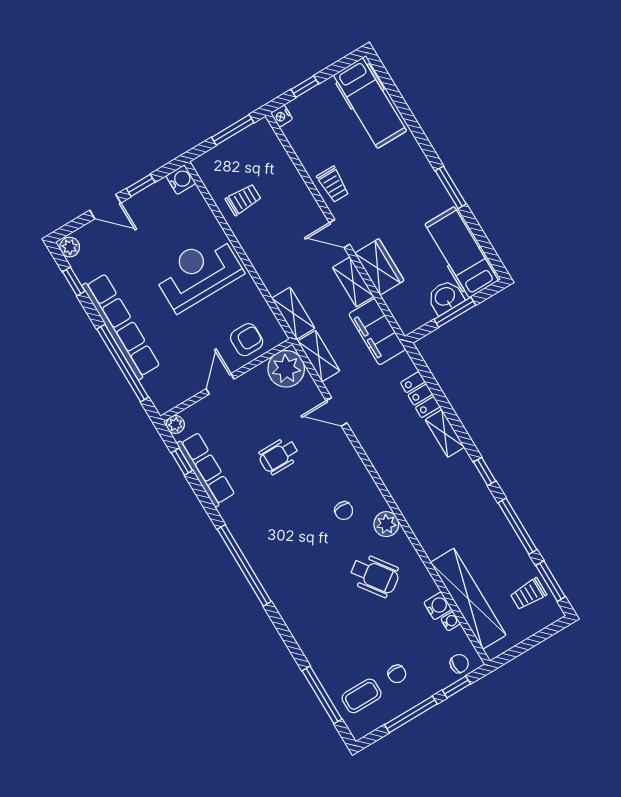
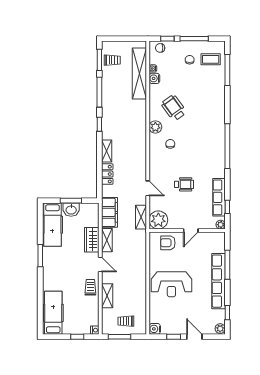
trolley: (243, 199) -> (126, 321), moved
shelving: (293, 313) -> (107, 296), moved
window: (123, 363) -> (227, 265), width x0.68

